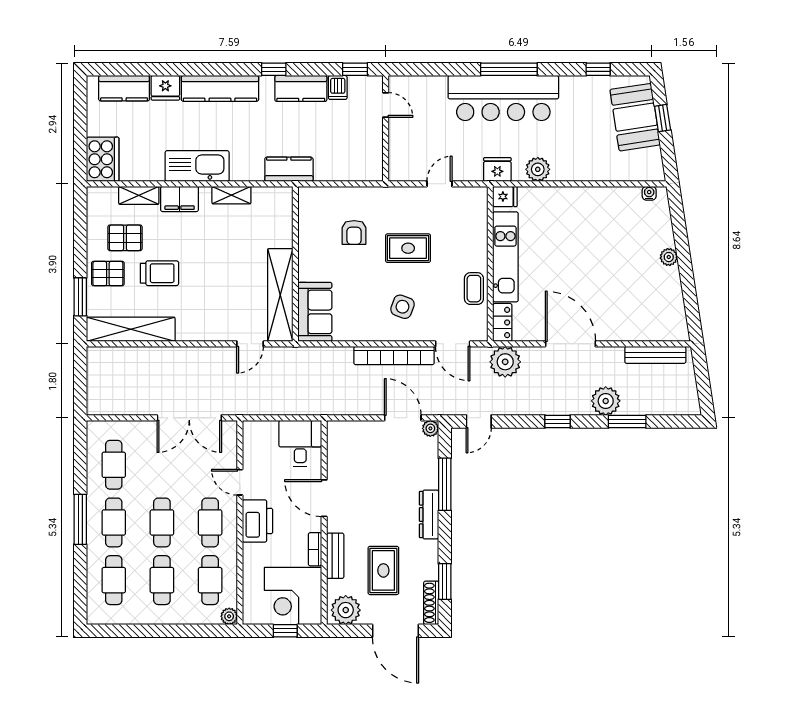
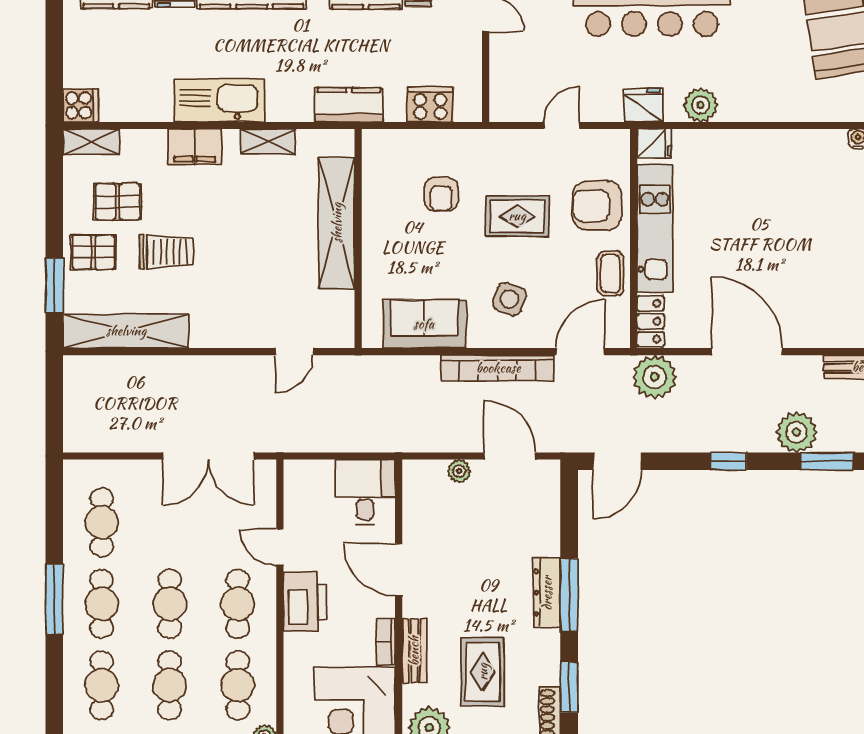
cooker: (103, 159) -> (81, 105), width x0.53, depth x0.76
cooker: (346, 169) -> (430, 104), added
shelving: (139, 195) -> (91, 142), moved
armchair: (464, 241) -> (597, 206), added
shelving: (280, 295) -> (337, 223), moved
sofa: (315, 312) -> (424, 324), moved, turned -90
door: (453, 344) -> (580, 352), swing flipped
door: (479, 421) -> (617, 461), width x1.38
plant: (430, 428) -> (459, 471), moved
window: (445, 484) -> (569, 595), moved

